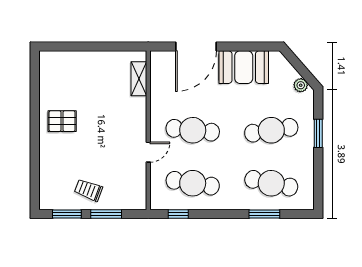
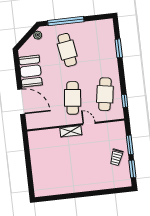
shelving: (139, 79) -> (71, 131), moved
pallet: (62, 121) -> (76, 178), removed
window: (318, 133) -> (66, 21), width x2.11
cafe table: (271, 183) -> (99, 46), removed

